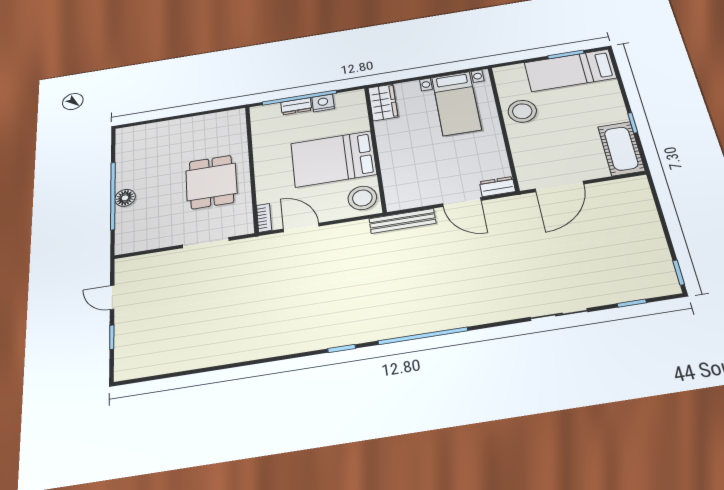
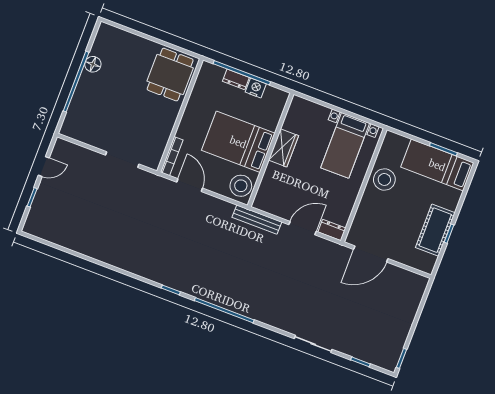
wardrobe: (383, 102) -> (283, 148), moved
cot: (621, 149) -> (435, 230), moved
dining table: (211, 182) -> (170, 75), moved
floor lamp: (125, 198) -> (93, 64), moved
door: (462, 202) -> (302, 228), swing flipped
bookcase: (264, 218) -> (172, 156), width x1.56
door: (112, 297) -> (44, 167), swing flipped

